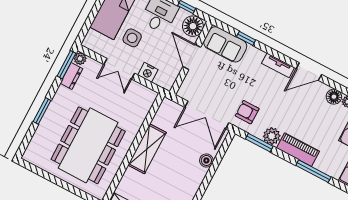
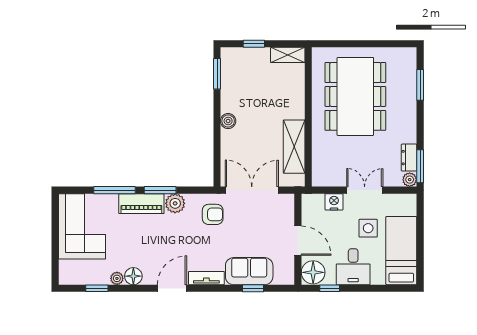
sofa: (225, 44) -> (249, 271), moved
window: (42, 111) -> (420, 85), moved
window: (259, 143) -> (160, 190), moved
shelving: (147, 149) -> (294, 147), moved
boiler: (206, 160) -> (228, 121), moved

